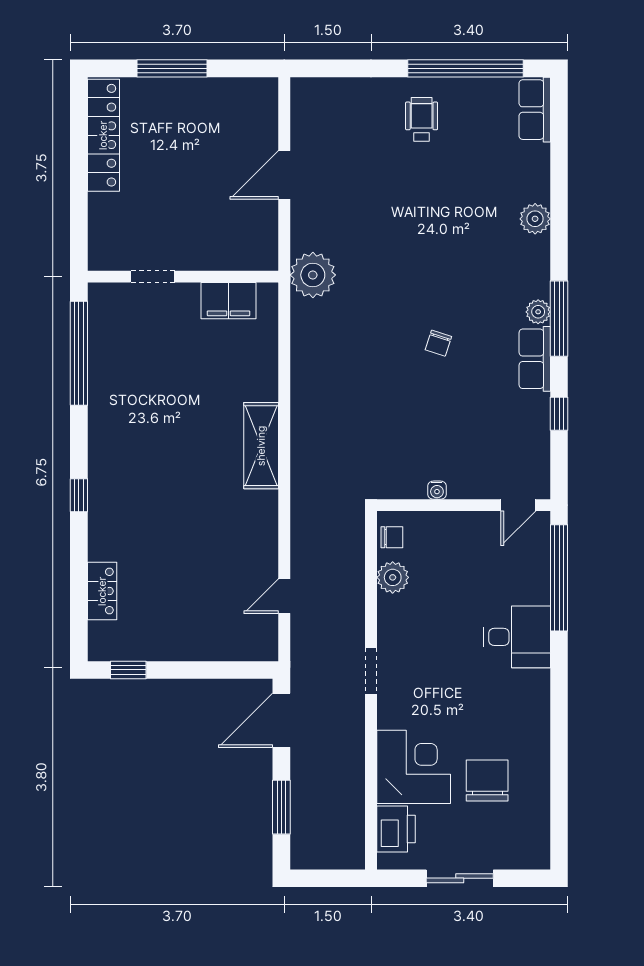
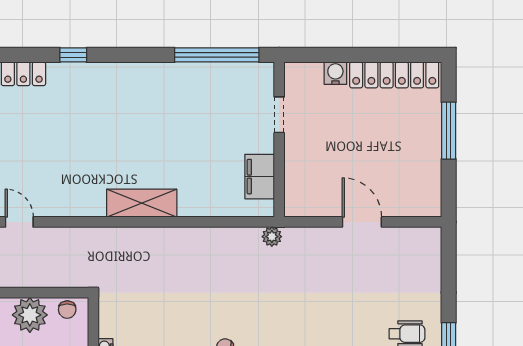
water cooler: (101, 208) -> (335, 73), added
plant: (313, 275) -> (272, 237), width x0.53, depth x0.53
window: (79, 495) -> (73, 55), moved
plant: (393, 577) -> (30, 315), width x1.36, depth x1.36

